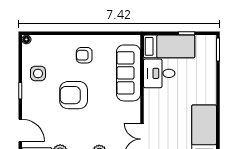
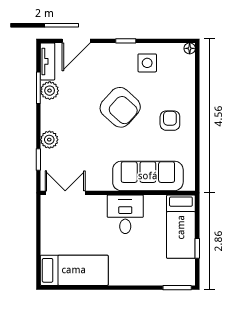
desk: (159, 73) -> (125, 214), moved
armchair: (74, 95) -> (120, 107), turned 132

